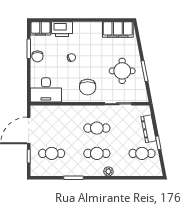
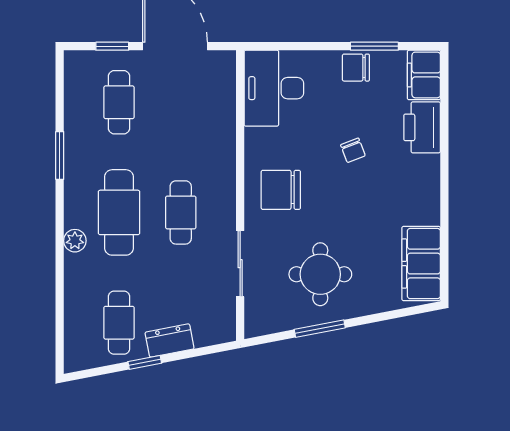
dresser: (149, 129) -> (170, 340), width x0.70
cafe table: (97, 153) -> (119, 212), width x1.37, depth x1.35

